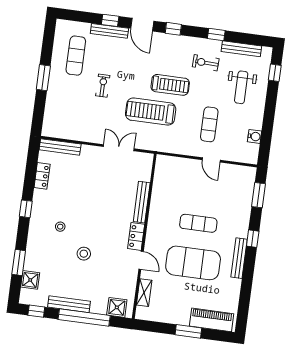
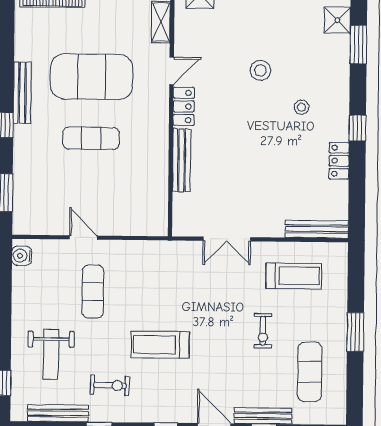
weight bench: (241, 87) -> (51, 354), turned 180
treadmill: (151, 112) -> (294, 276), moved, width x0.73, depth x0.73
water cooler: (255, 136) -> (22, 256), moved
locker: (42, 176) -> (339, 161), moved
door: (141, 260) -> (172, 71), swing flipped

